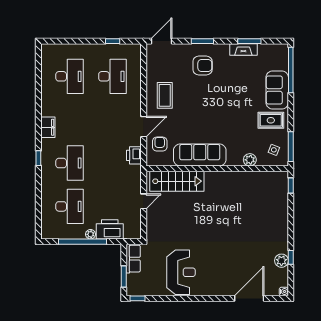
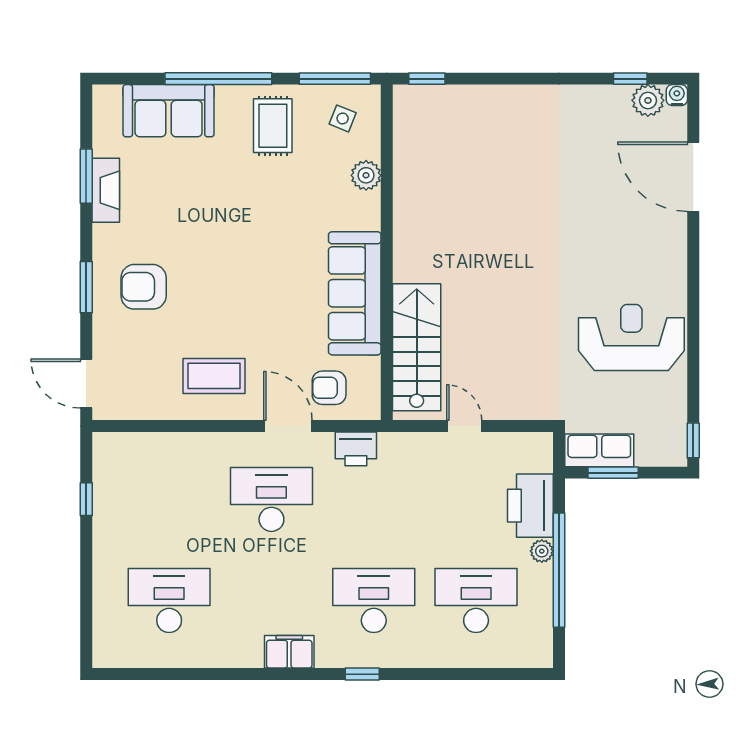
armchair: (203, 66) -> (144, 287), turned -90
window: (291, 70) -> (218, 79), moved
desk: (112, 76) -> (271, 499), moved
sofa: (277, 90) -> (169, 111), moved
window: (291, 257) -> (630, 79), moved
plant: (281, 261) -> (648, 100), moved
window: (124, 277) -> (613, 473), moved

